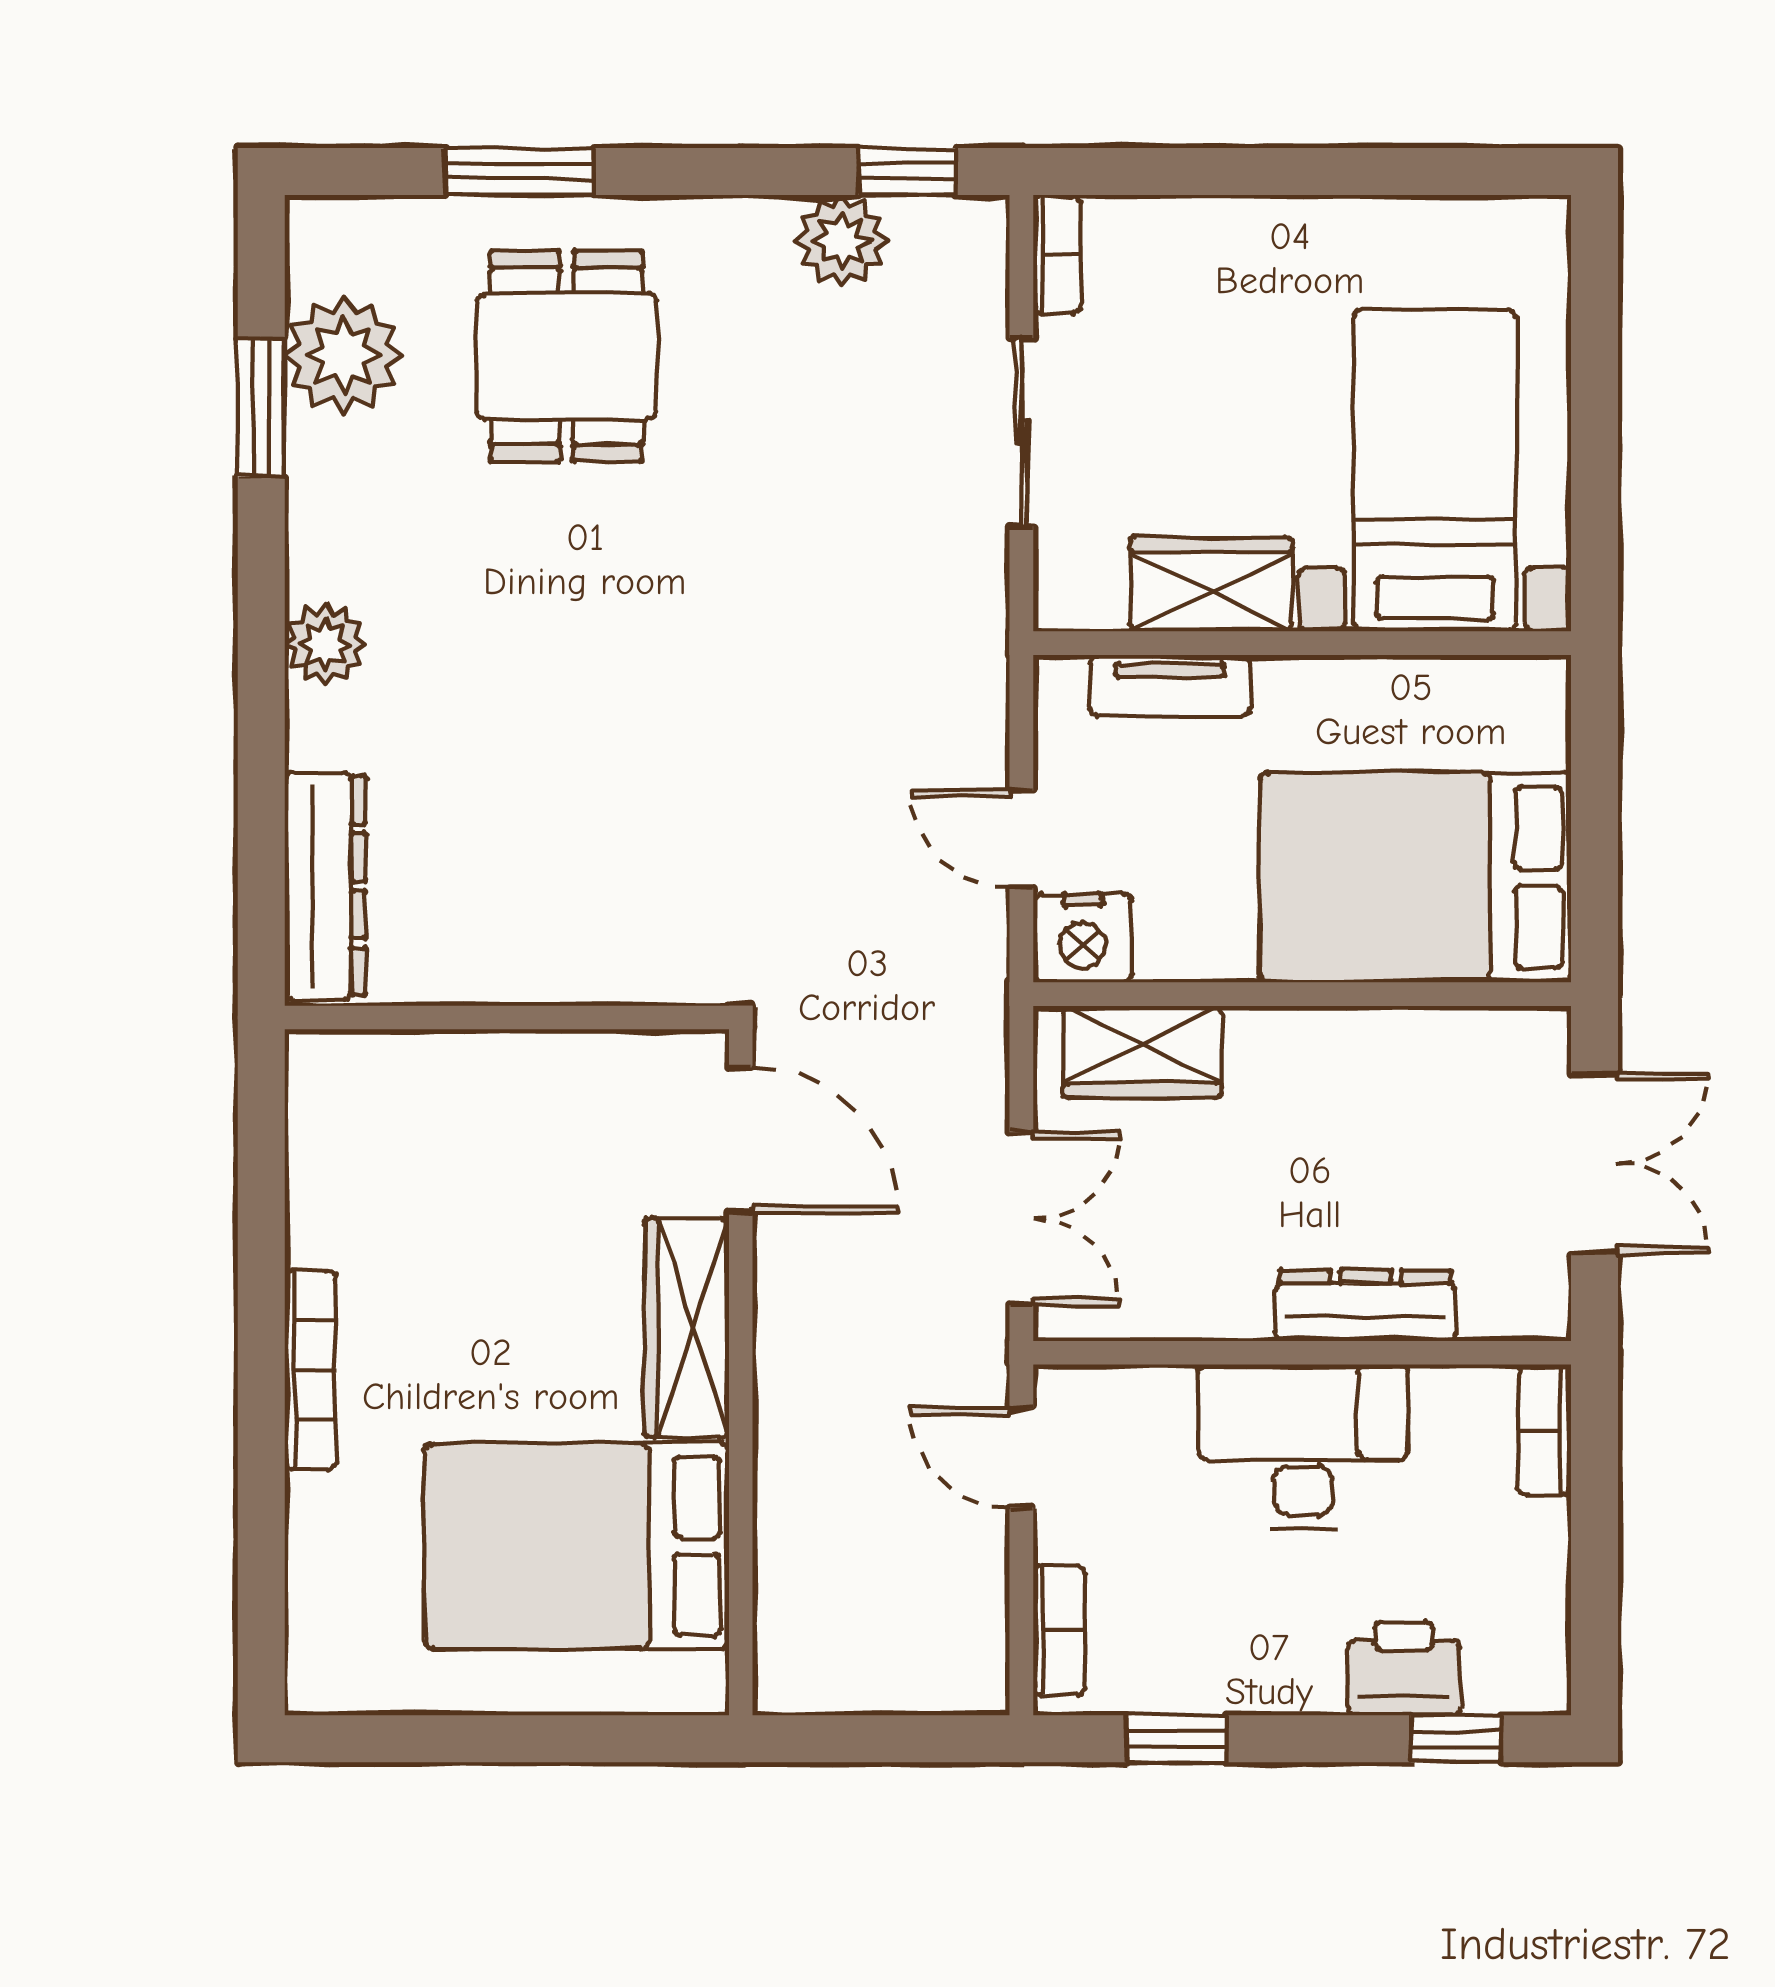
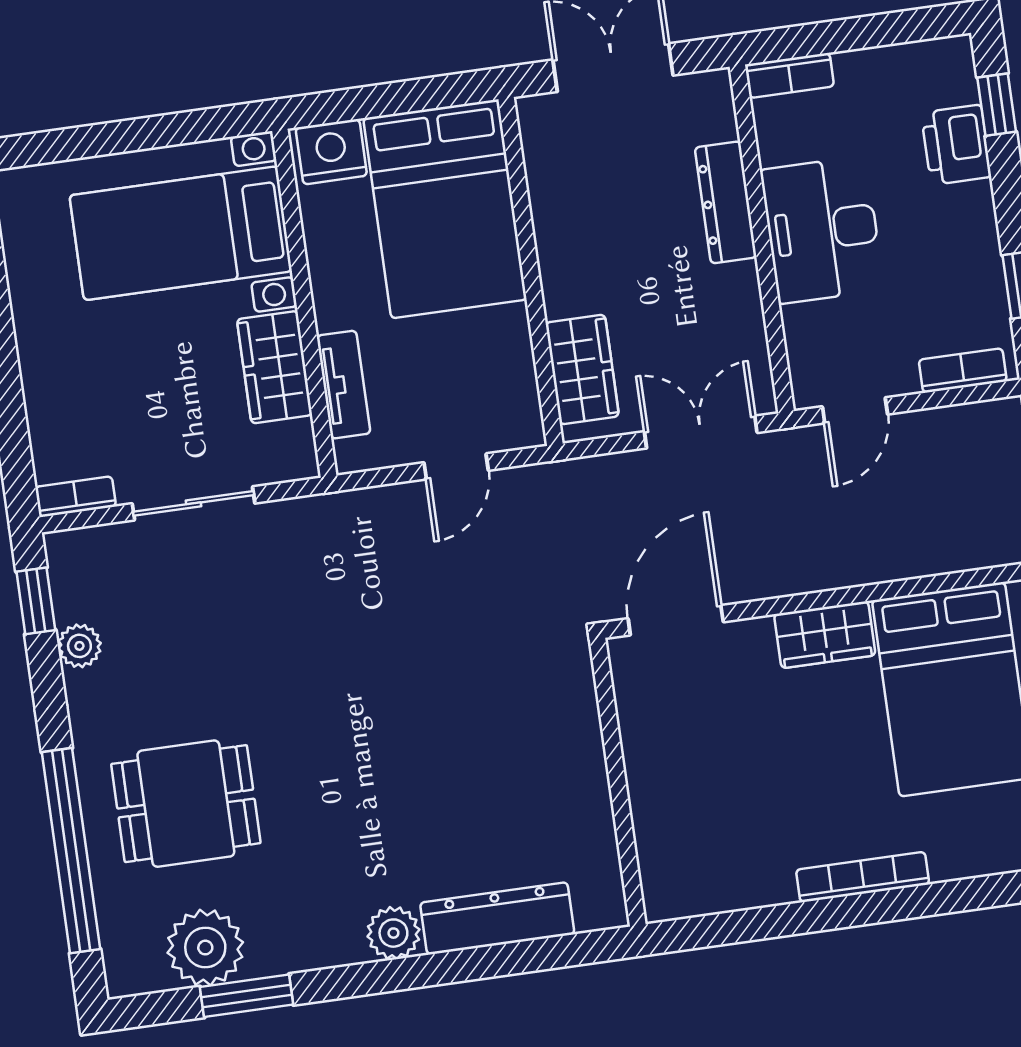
window: (519, 171) -> (71, 851), width x2.11
plant: (842, 241) -> (79, 646), width x0.73, depth x0.73
dresser: (325, 886) -> (497, 918), moved
nightstand: (1082, 938) -> (331, 152), moved, turned -90
wardrobe: (687, 1328) -> (825, 635), width x0.67

